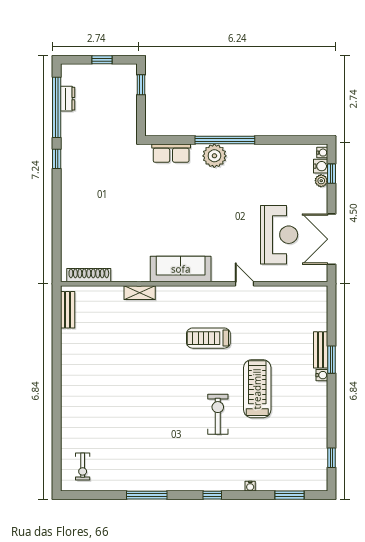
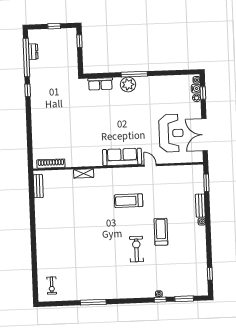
window: (225, 140) -> (134, 74), width x0.68
sofa: (181, 269) -> (122, 157), moved
window: (331, 360) -> (206, 183), moved
treadmill: (257, 389) -> (161, 232), width x0.73, depth x0.73
window: (212, 495) -> (160, 300), moved

